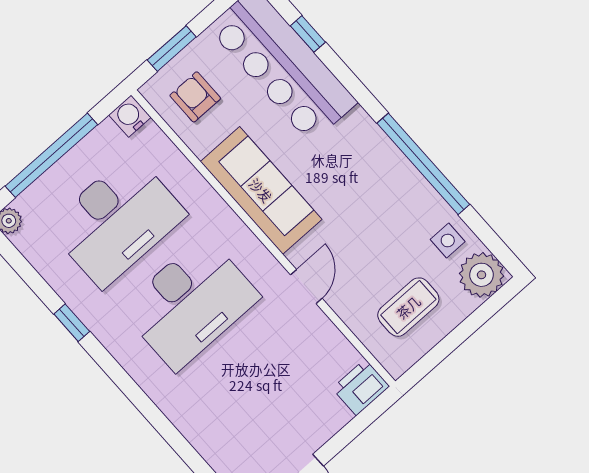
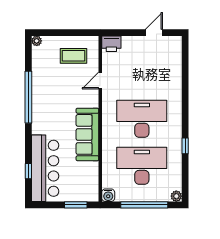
armchair: (195, 97) -> (82, 183), removed
side table: (448, 241) -> (42, 66), removed
plant: (482, 275) -> (37, 41), width x0.53, depth x0.53
door: (306, 287) -> (100, 81), moved

